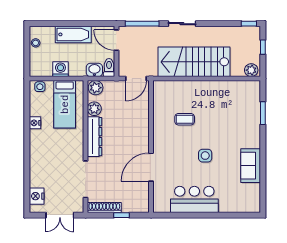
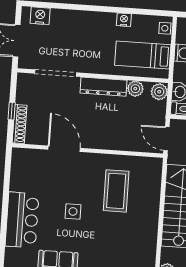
coffee table: (185, 119) -> (116, 191), width x1.86, depth x1.72
bar counter: (194, 199) -> (22, 220), moved
shoe rack: (104, 207) -> (20, 124), moved

